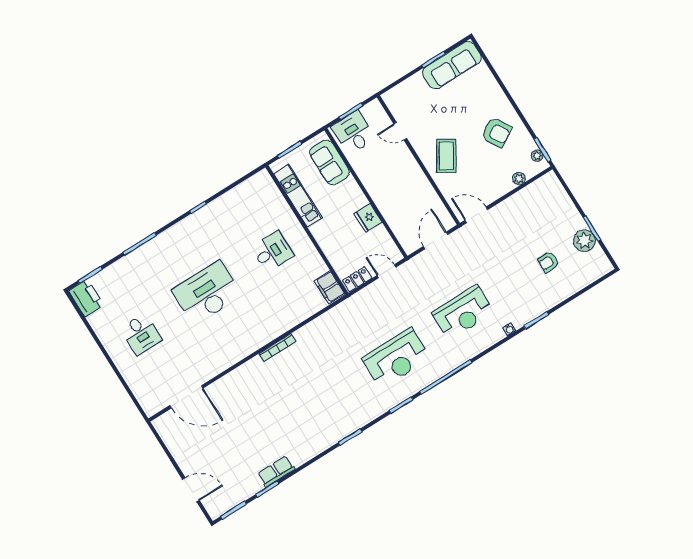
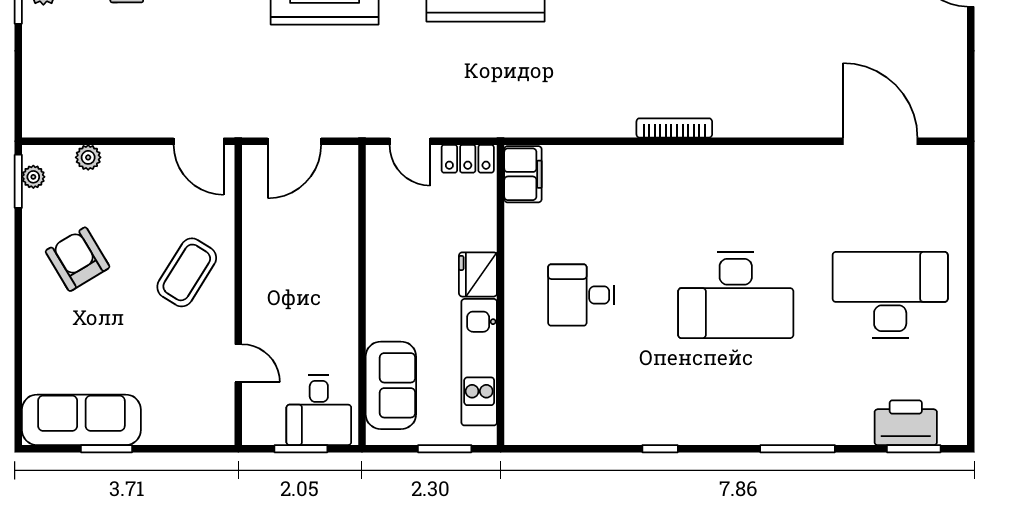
fridge: (368, 218) -> (478, 274), moved, turned 180
printer: (86, 298) -> (906, 423), moved, turned 90
desk: (141, 334) -> (890, 295), width x1.87, depth x1.30

